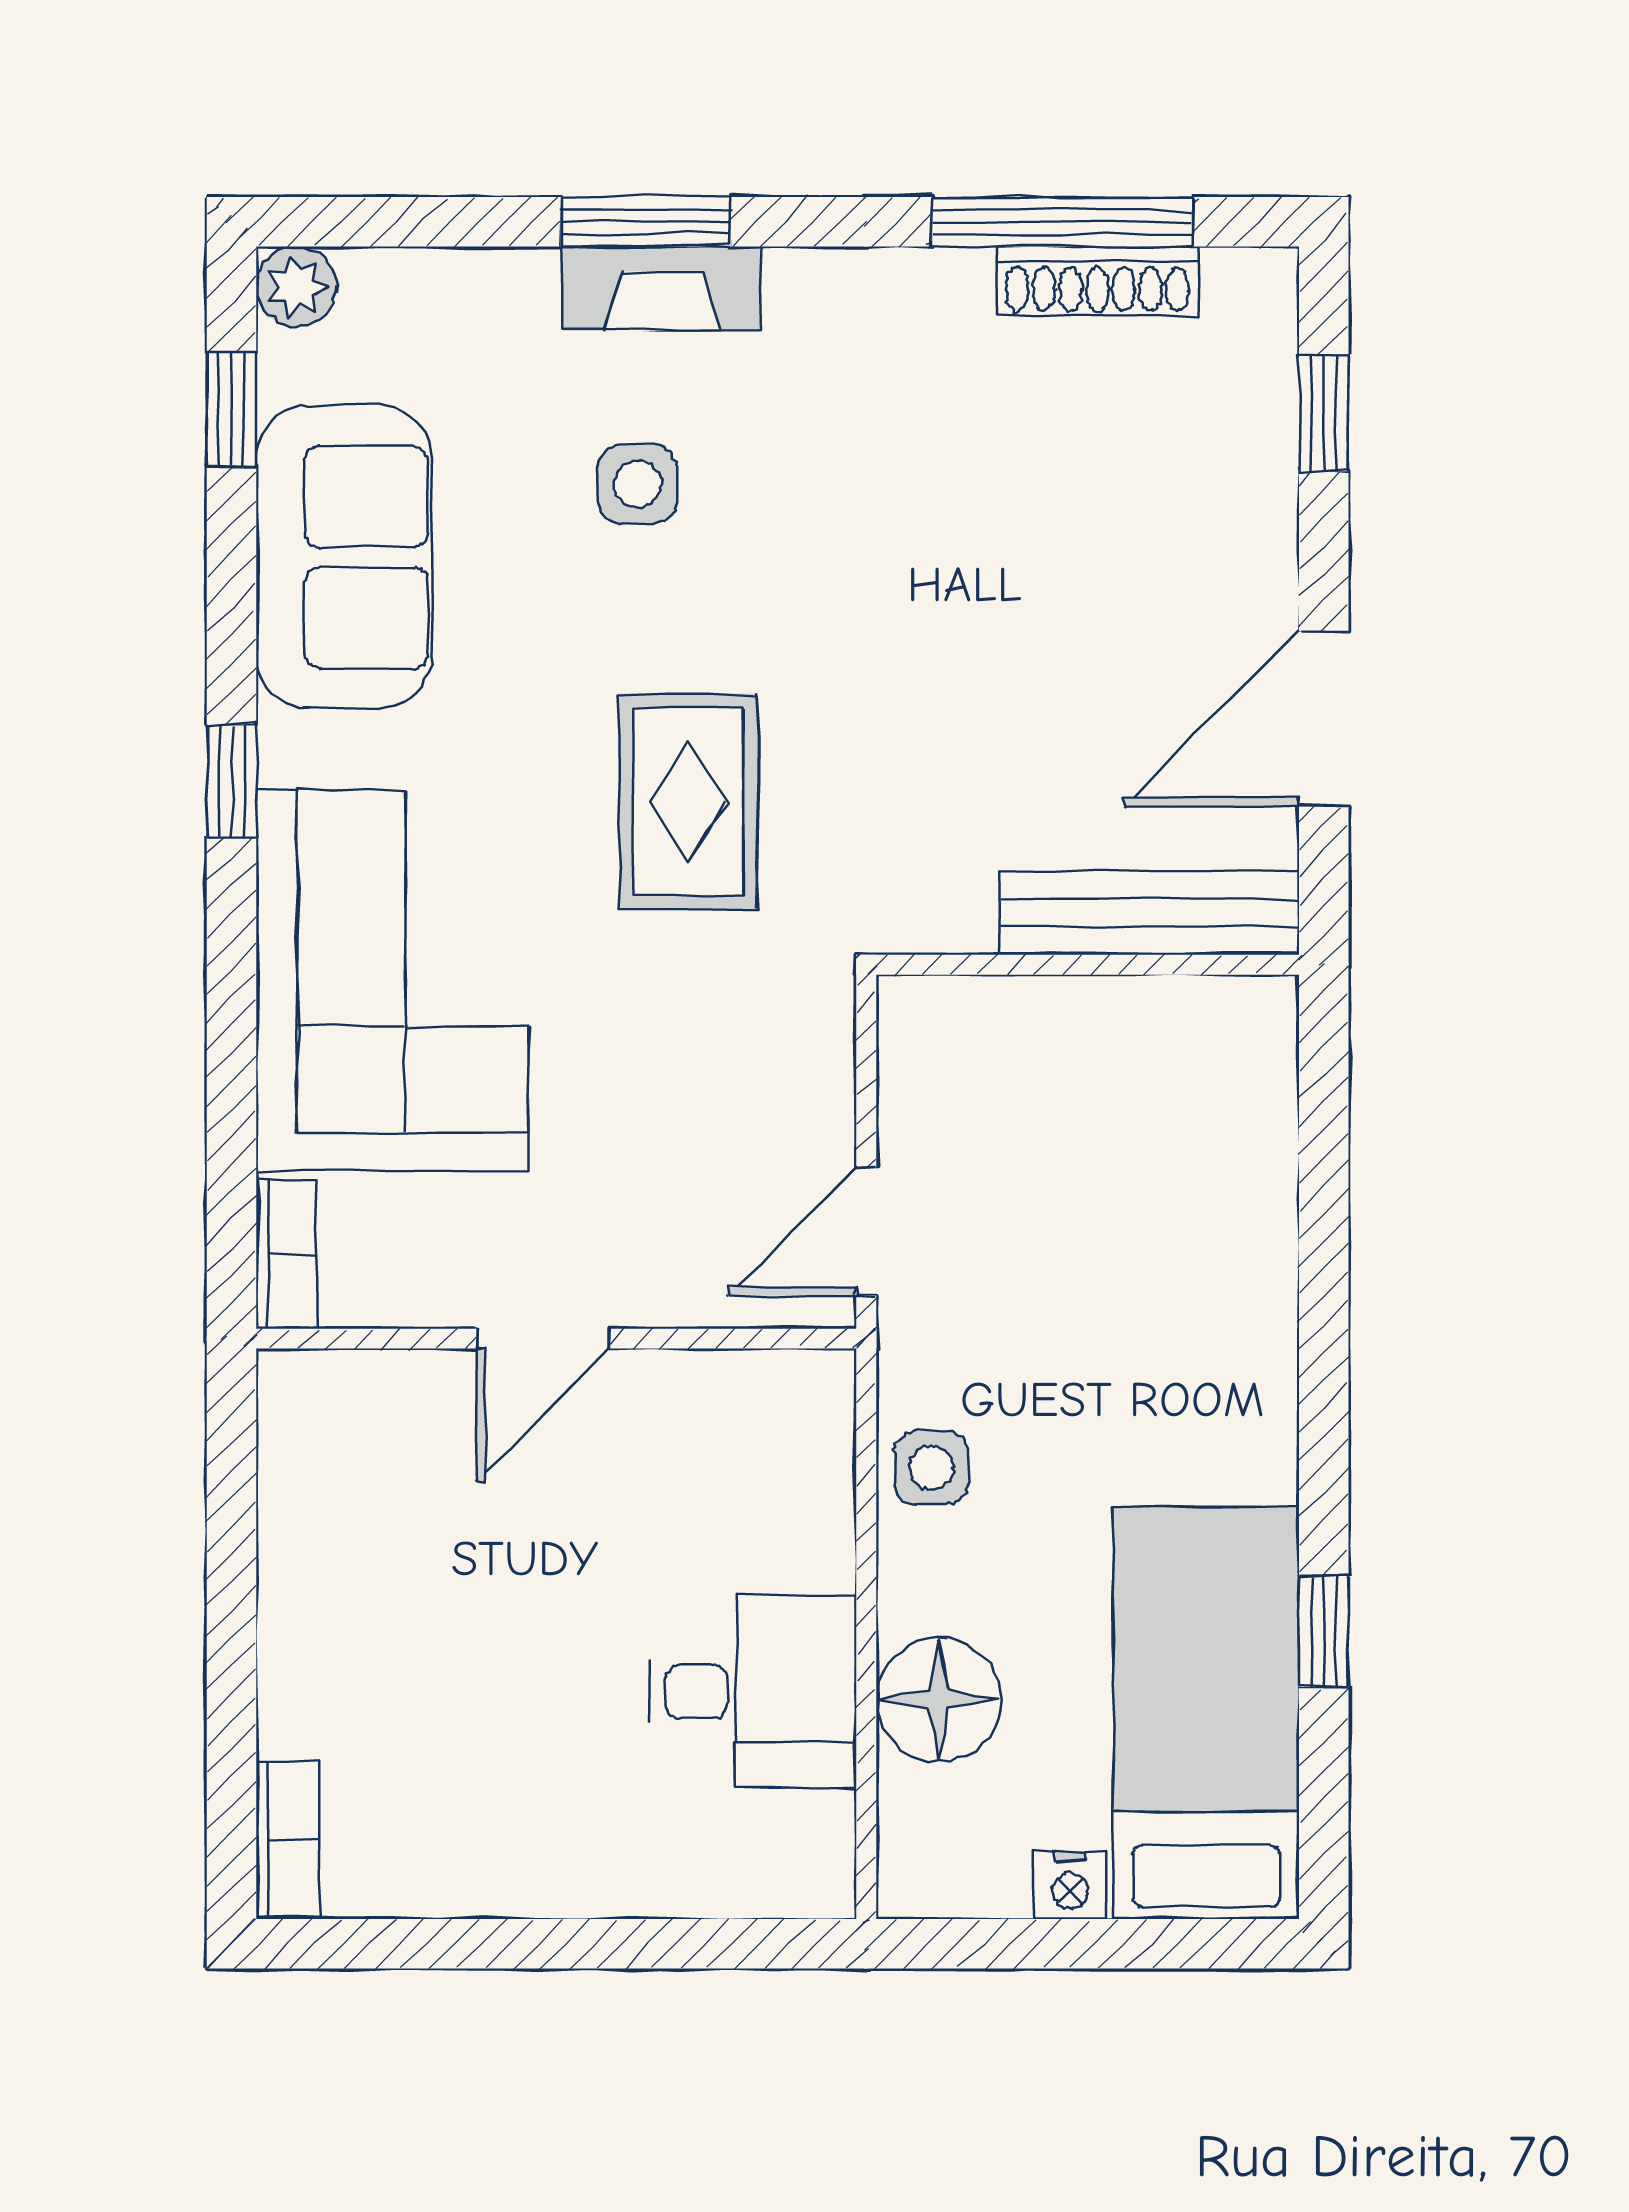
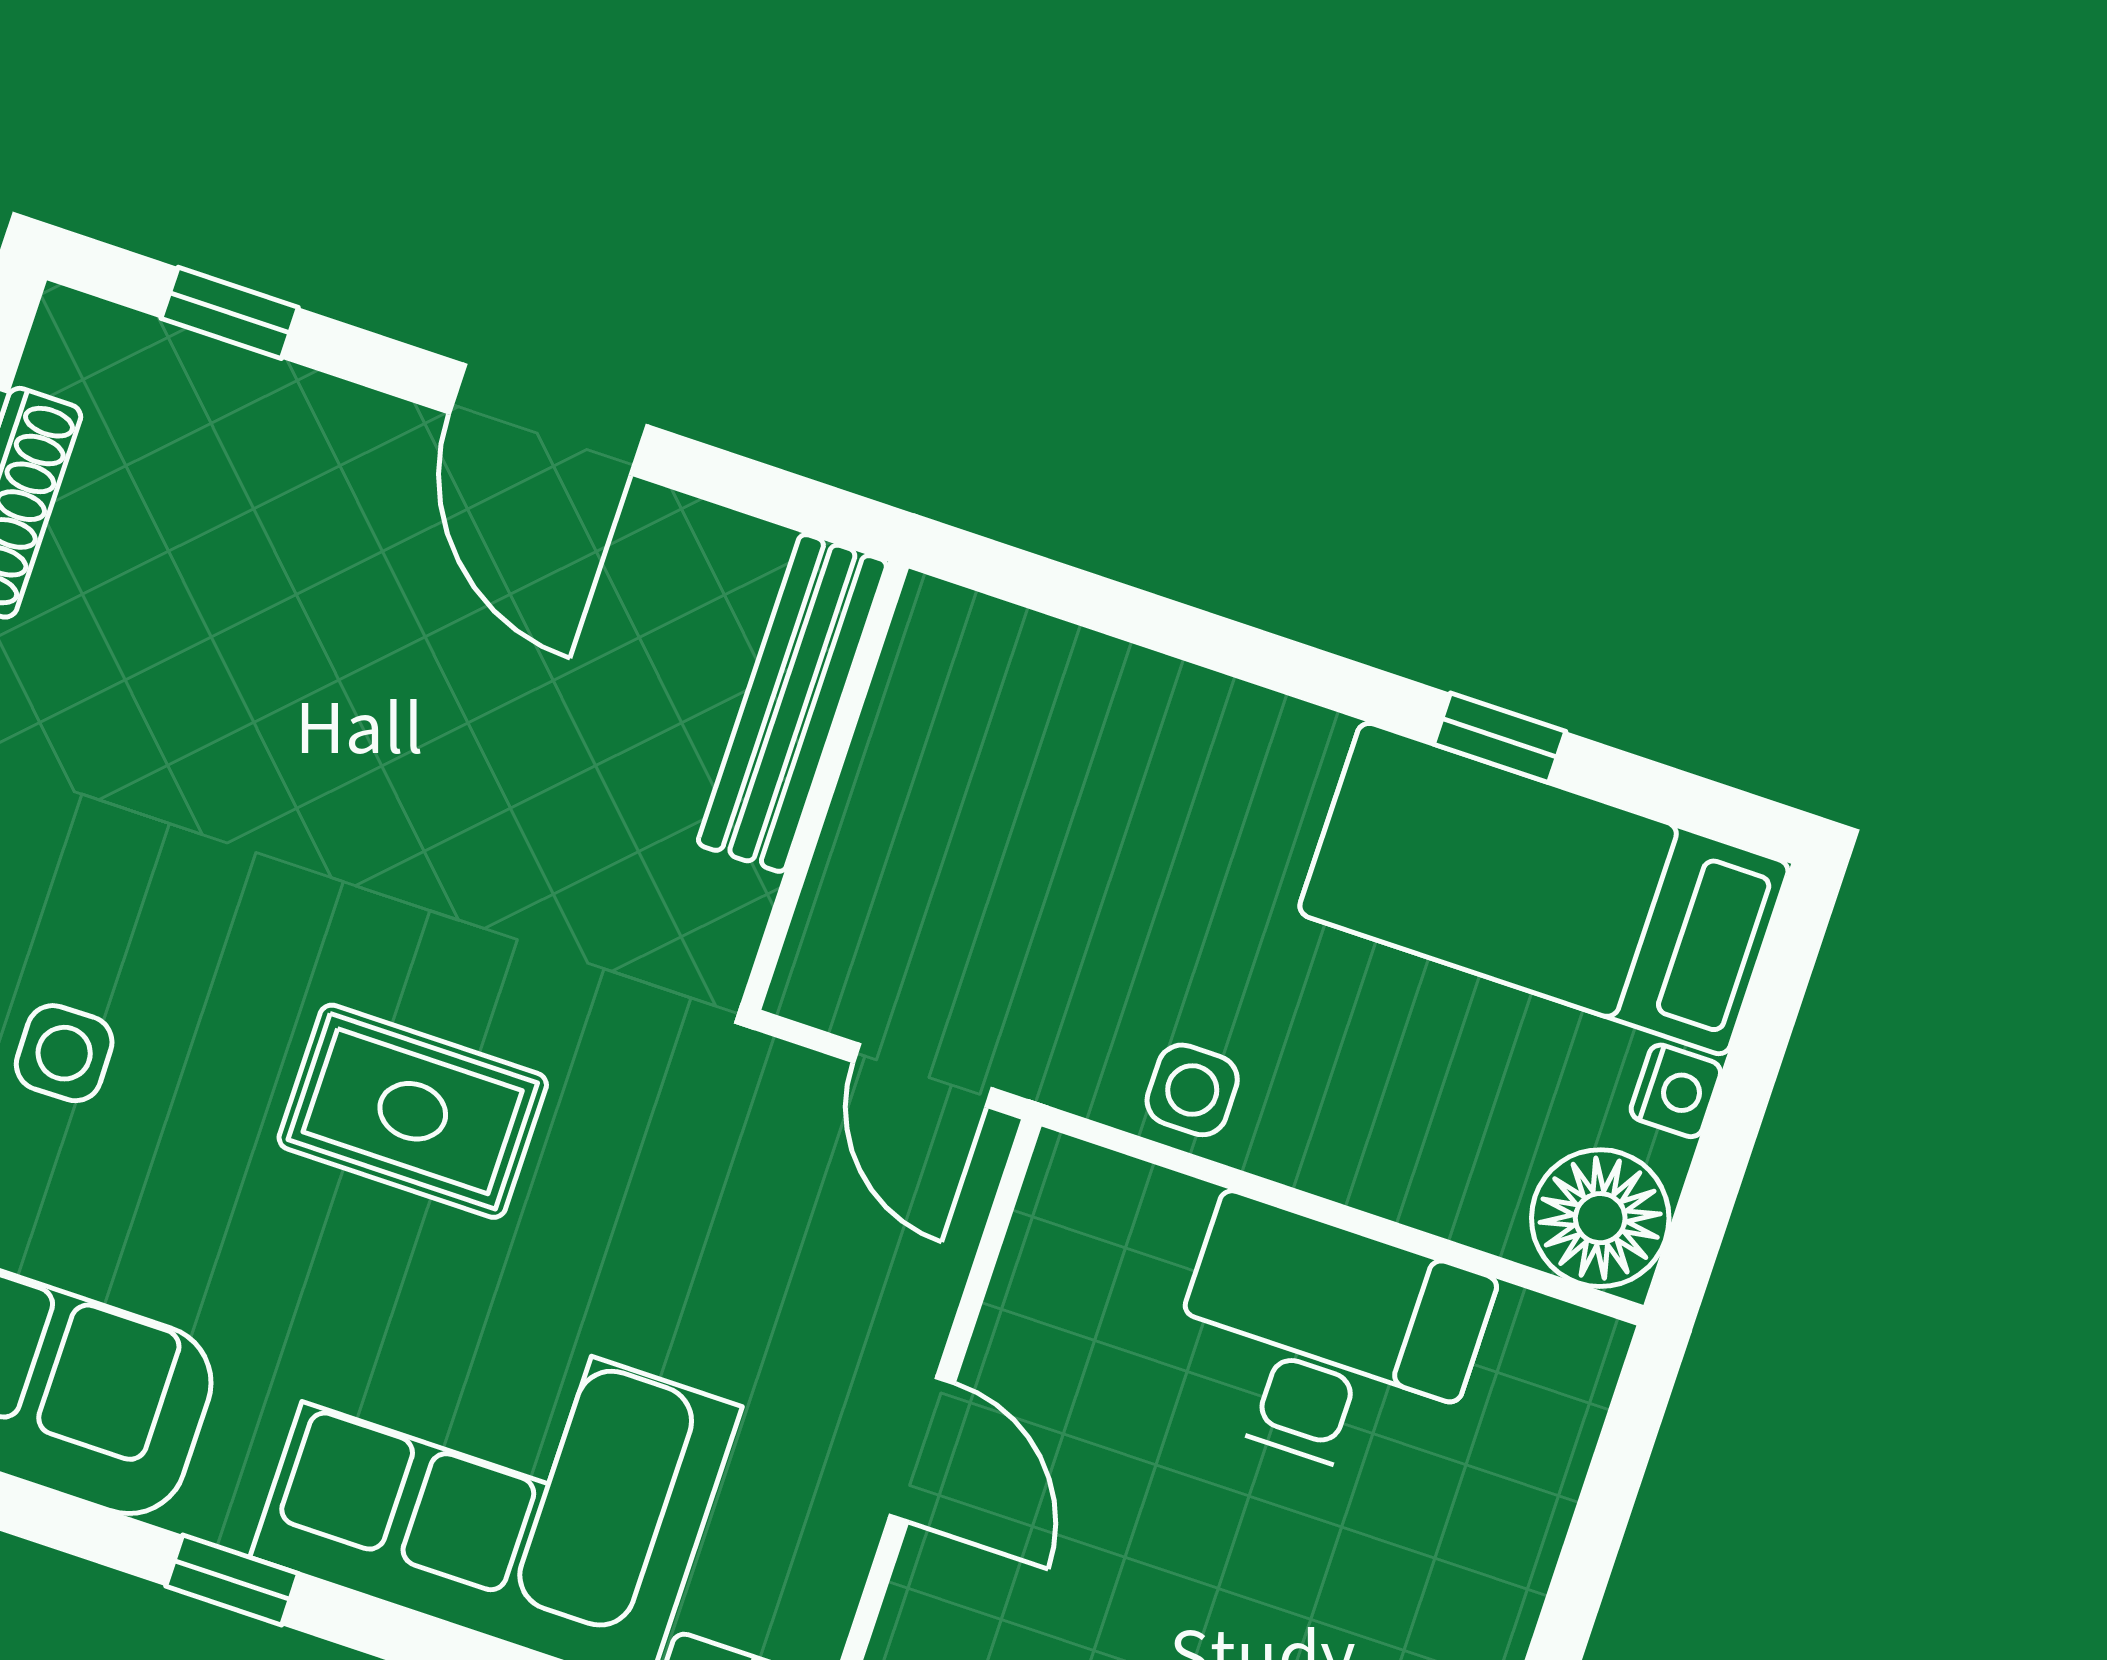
bench: (1150, 913) -> (792, 703), moved
wall: (1088, 965) -> (825, 786), moved
desk: (753, 1692) -> (1326, 1342), width x1.37
floor lamp: (938, 1699) -> (1600, 1218), moved

